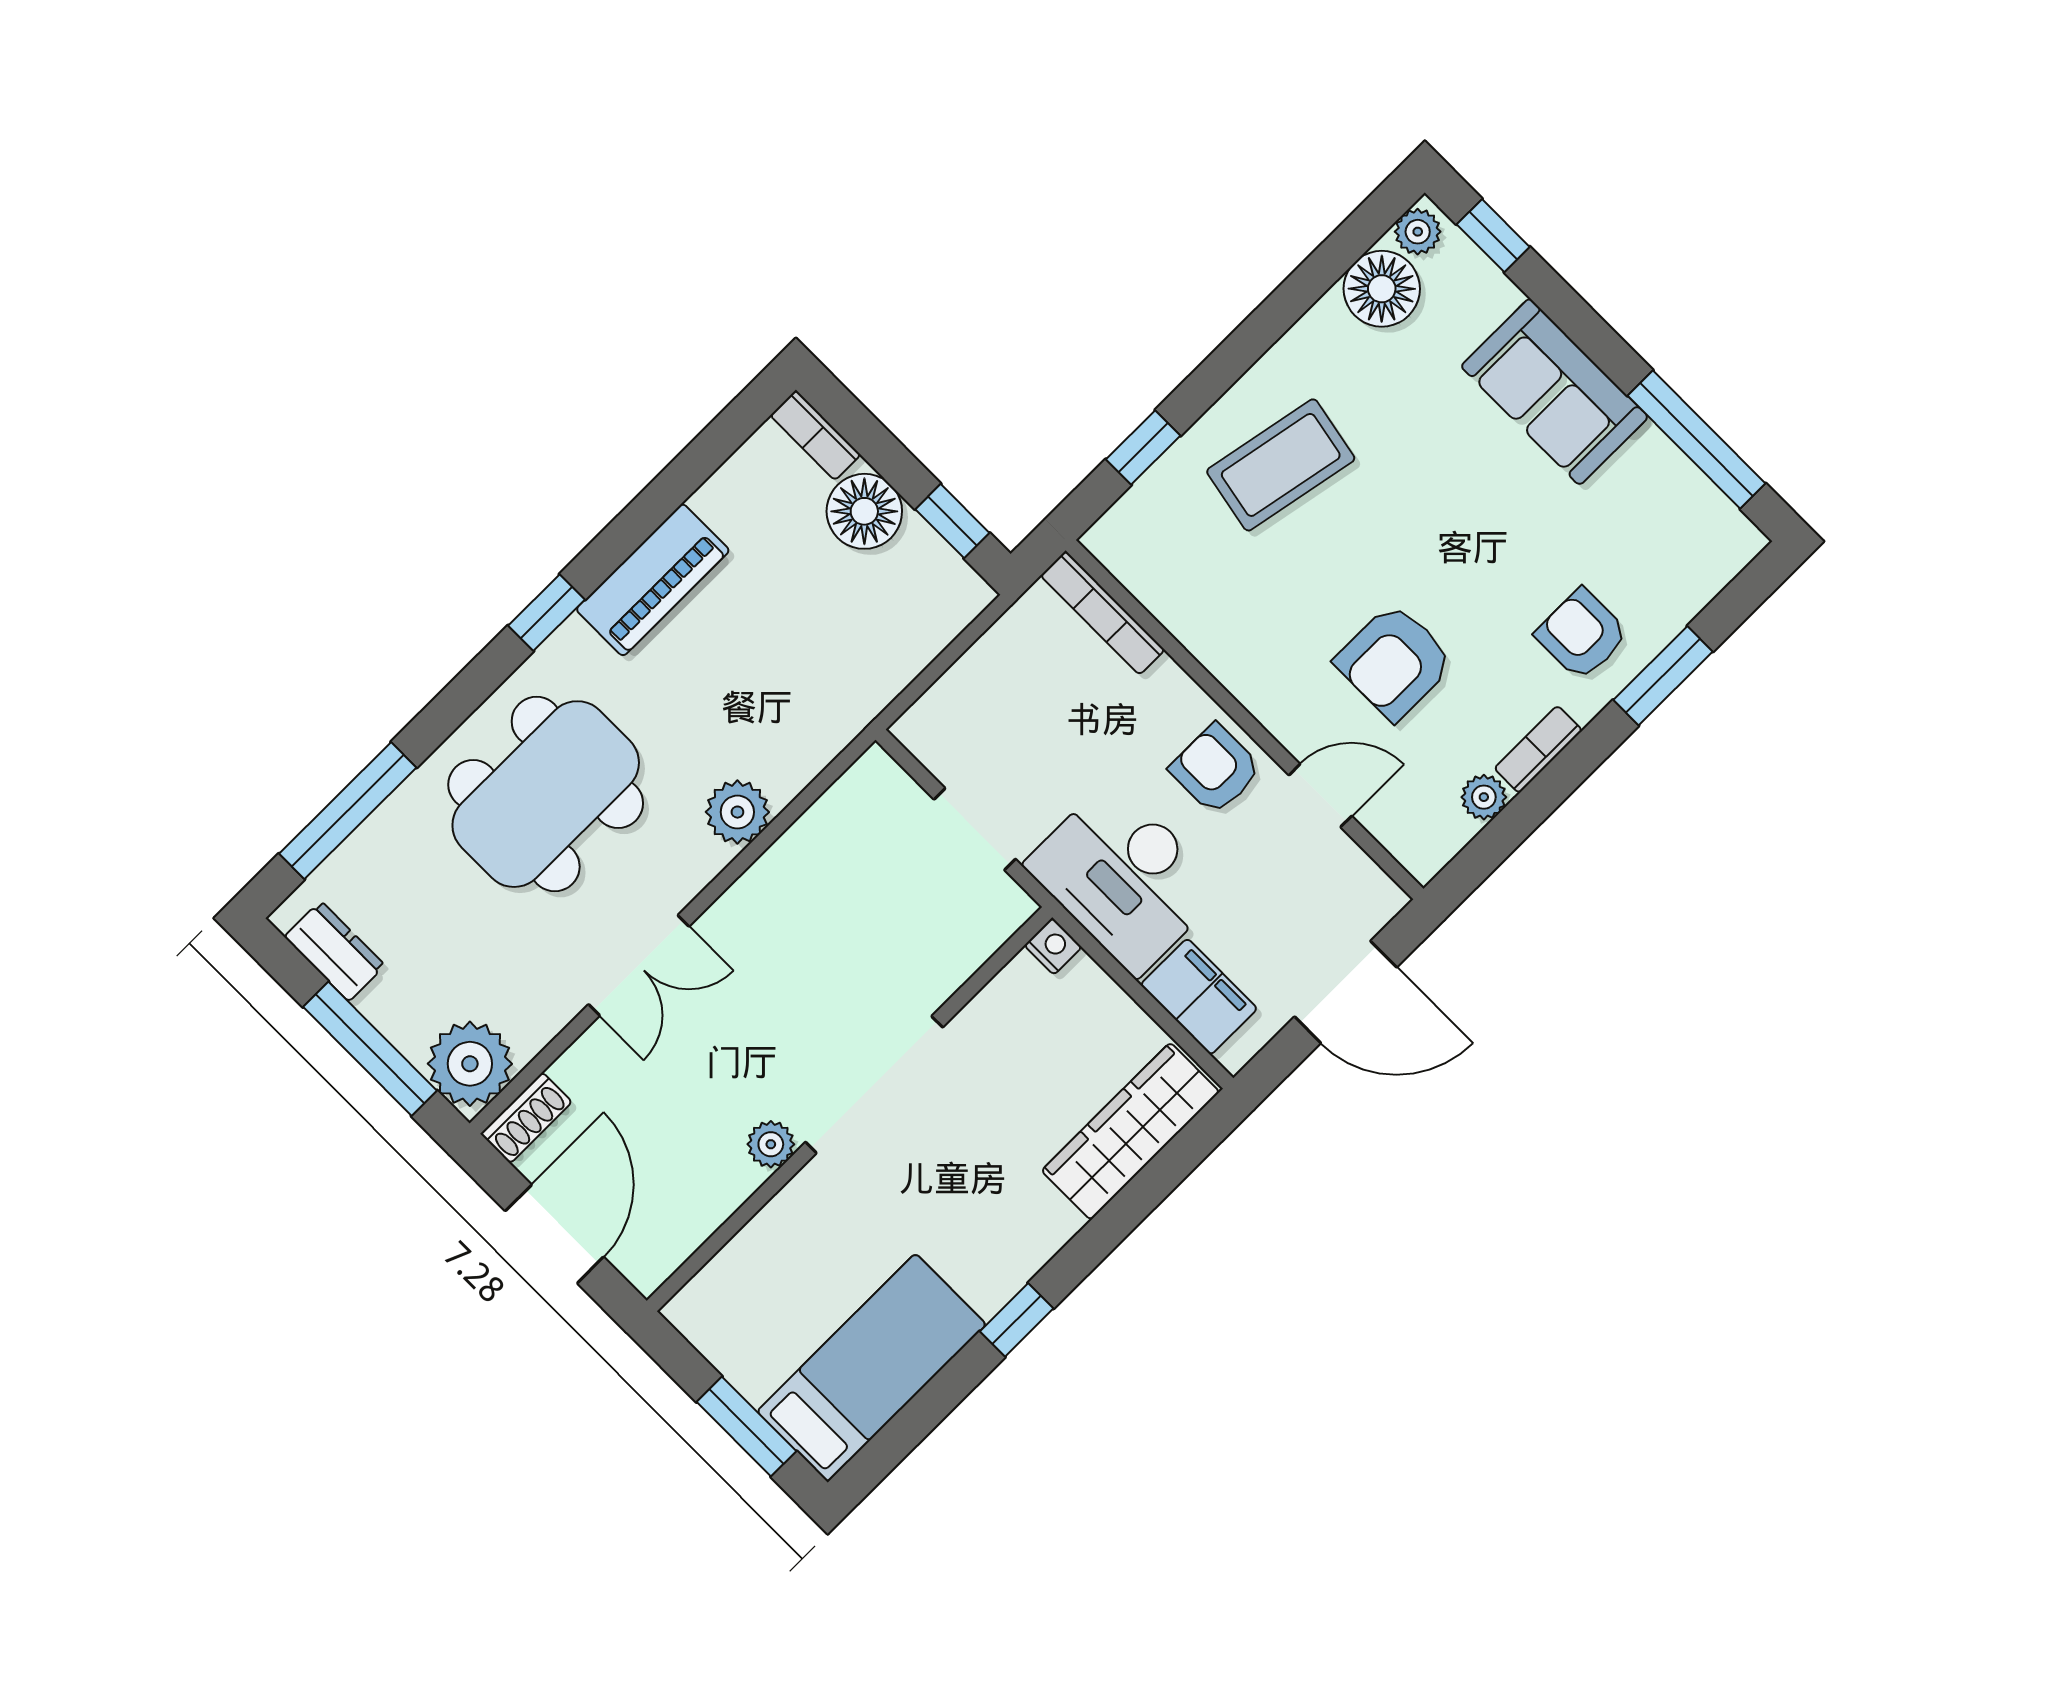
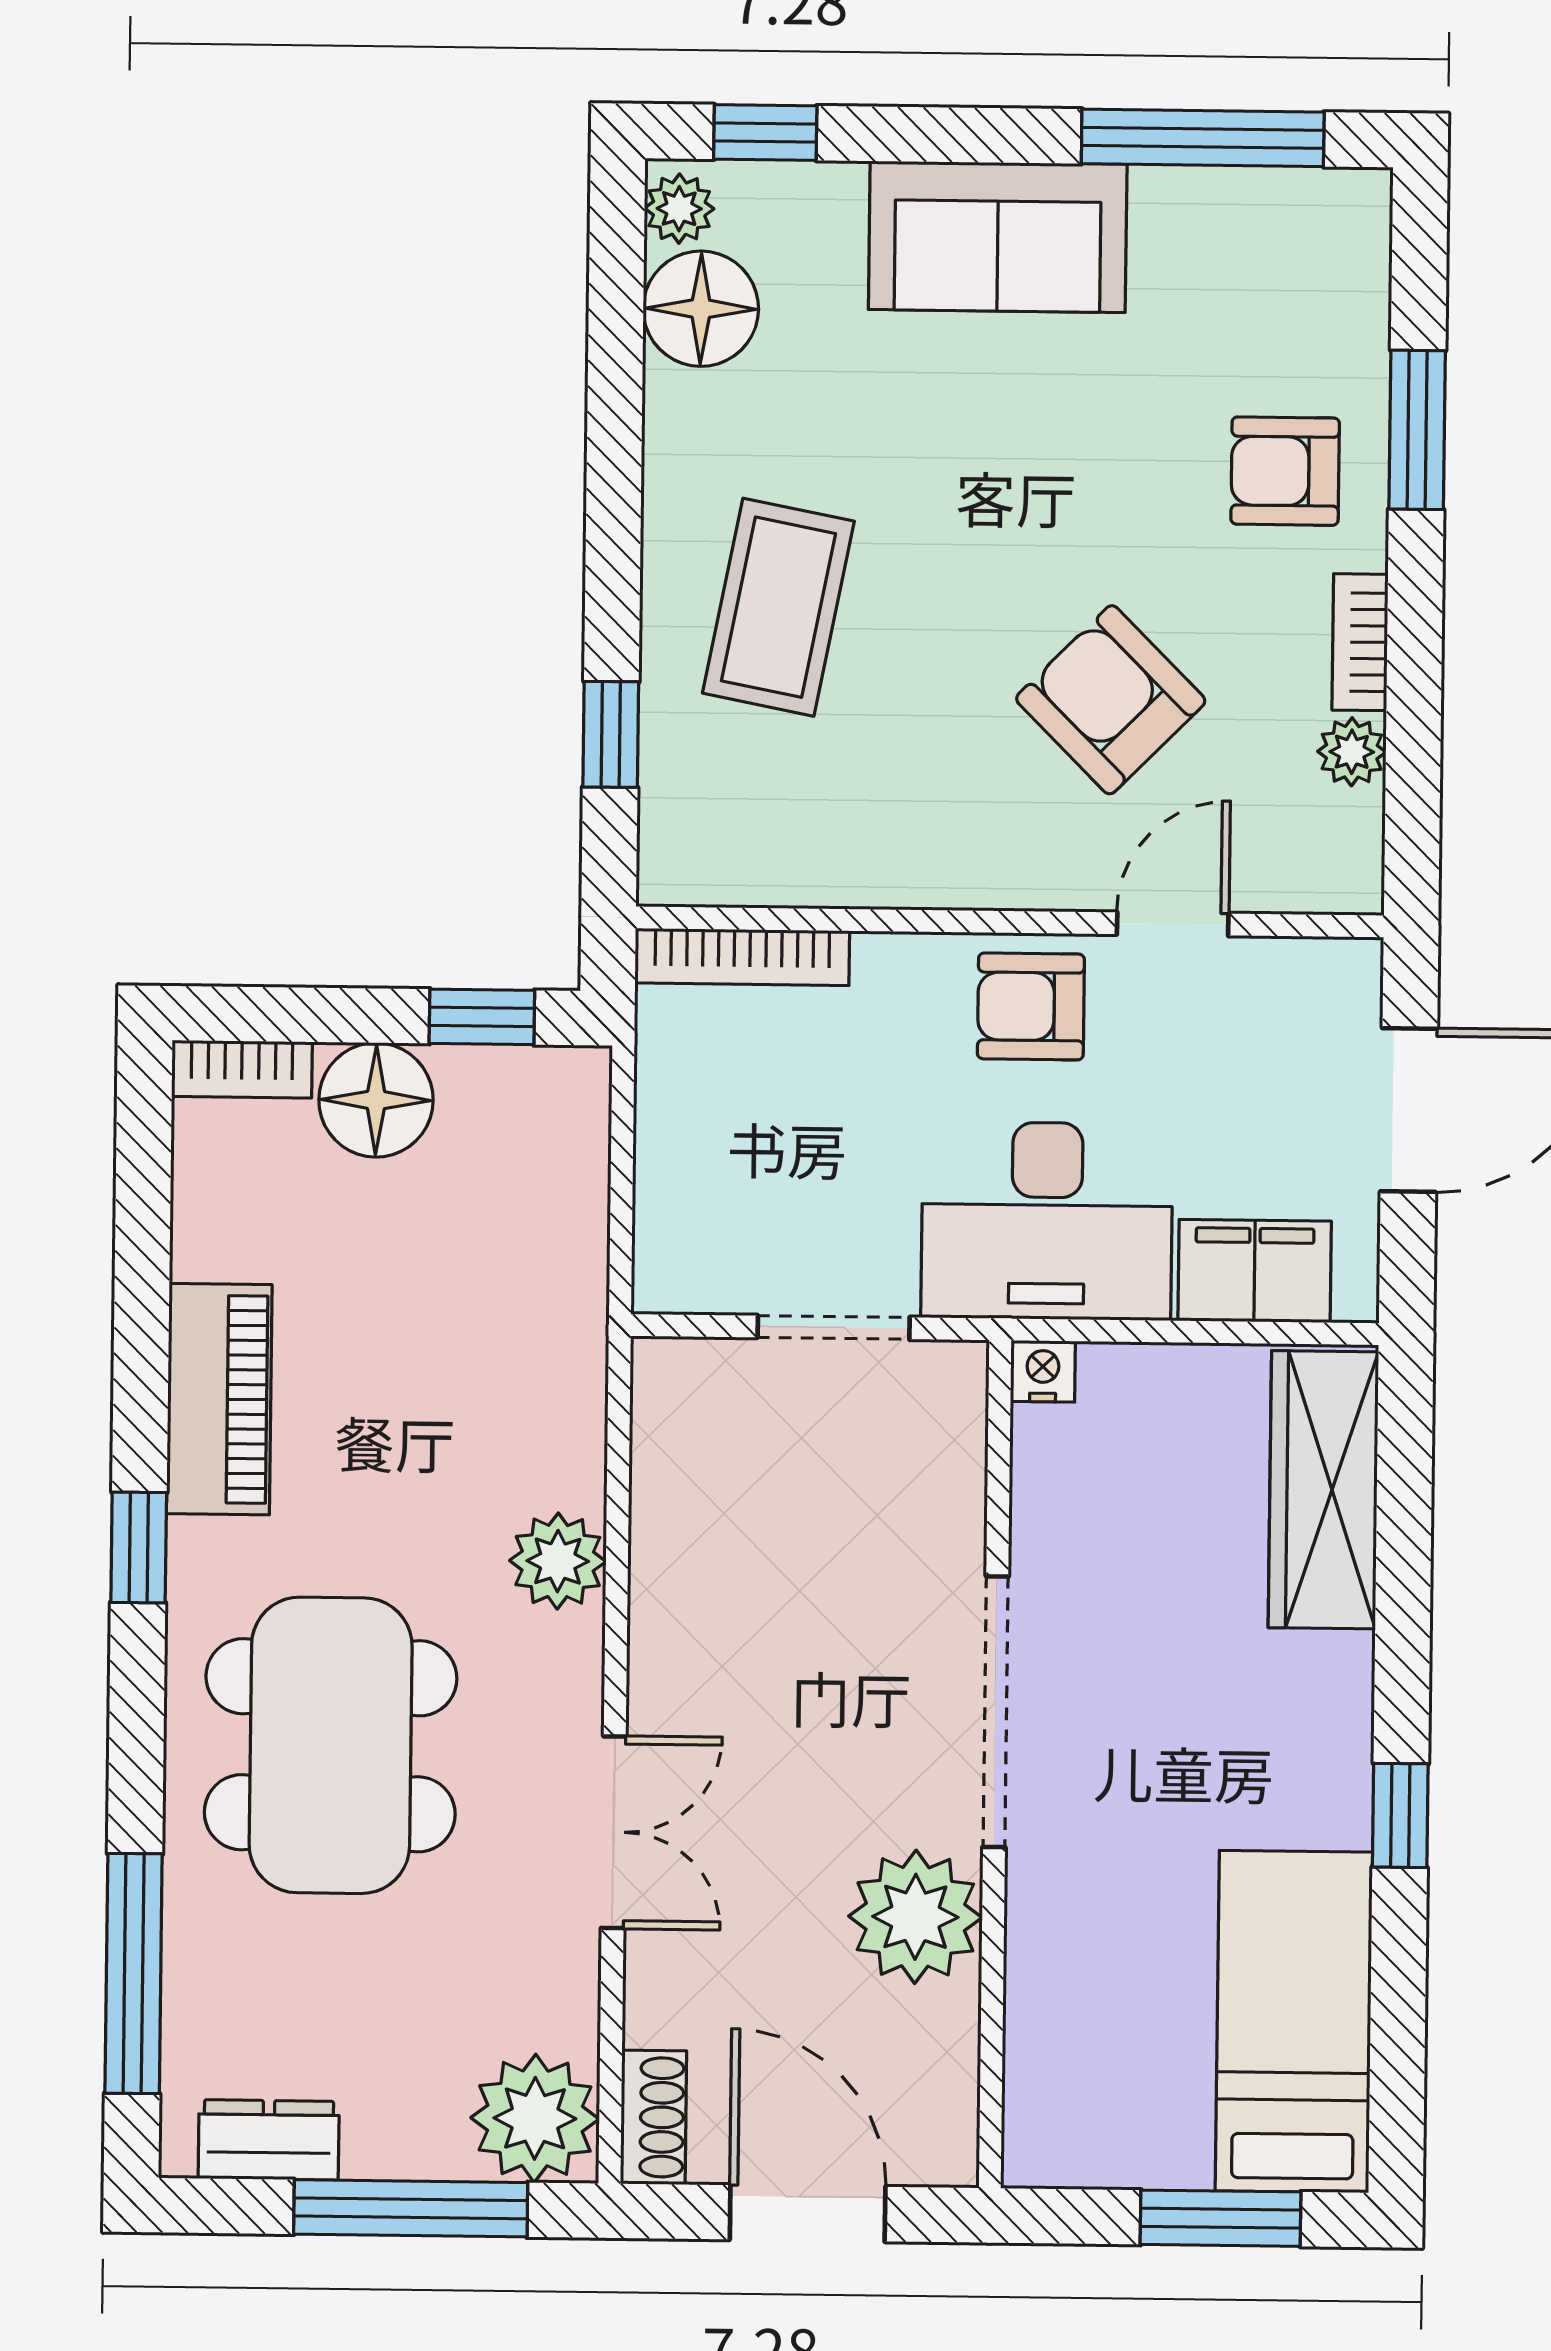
armchair: (1394, 662) -> (1111, 700), turned 135
plant: (771, 1144) -> (915, 1917), width x1.88, depth x1.88

